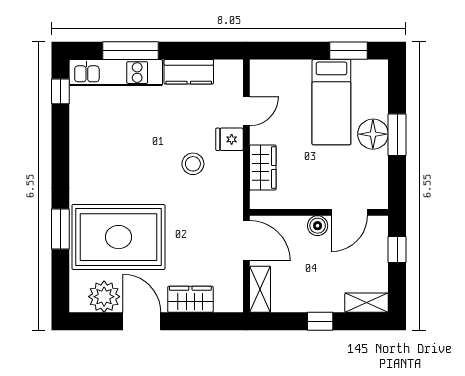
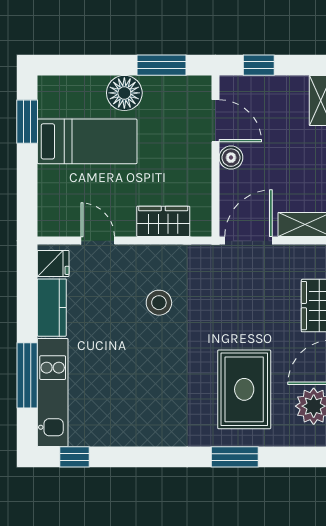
window: (397, 135) -> (161, 65), moved
fridge: (229, 139) -> (53, 263), moved, turned -90
rug: (118, 237) -> (244, 389), width x0.73, depth x0.69

